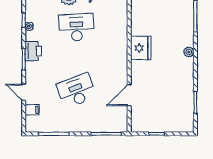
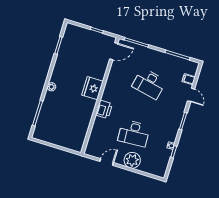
fridge: (141, 48) -> (92, 88), moved
printer: (33, 51) -> (104, 109), moved, turned 180
desk: (76, 91) -> (149, 84), turned 33
door: (129, 95) -> (114, 51), moved

